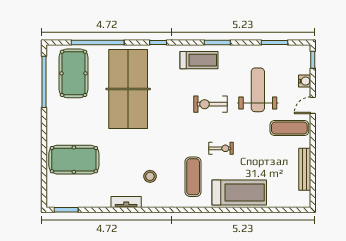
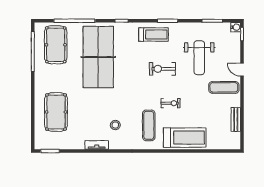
water cooler: (305, 81) -> (236, 27), moved
weight bench: (258, 90) -> (199, 58), turned 180
door: (313, 105) -> (242, 70), hinge flipped
pool table: (74, 160) -> (56, 112), turned 90
bench: (305, 169) -> (236, 119), width x0.73

